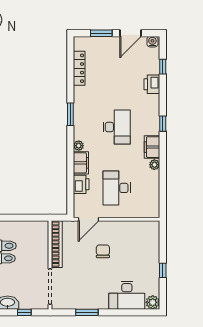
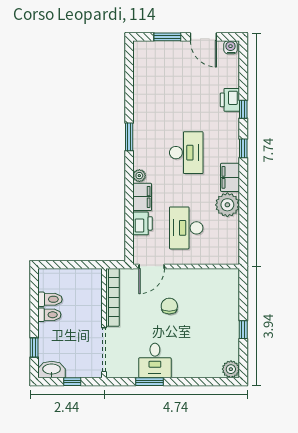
door: (130, 33) -> (203, 37), hinge flipped
window: (163, 67) -> (243, 109), moved
locker: (79, 68) -> (140, 80), removed
plant: (154, 165) -> (227, 205), width x1.87, depth x1.87
desk: (127, 295) -> (155, 360), moved, width x0.73

